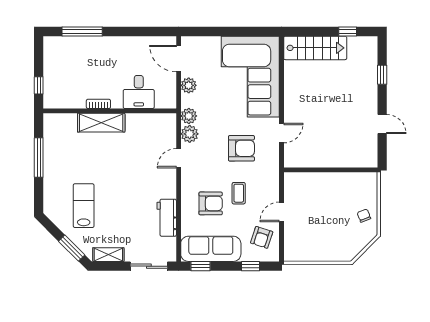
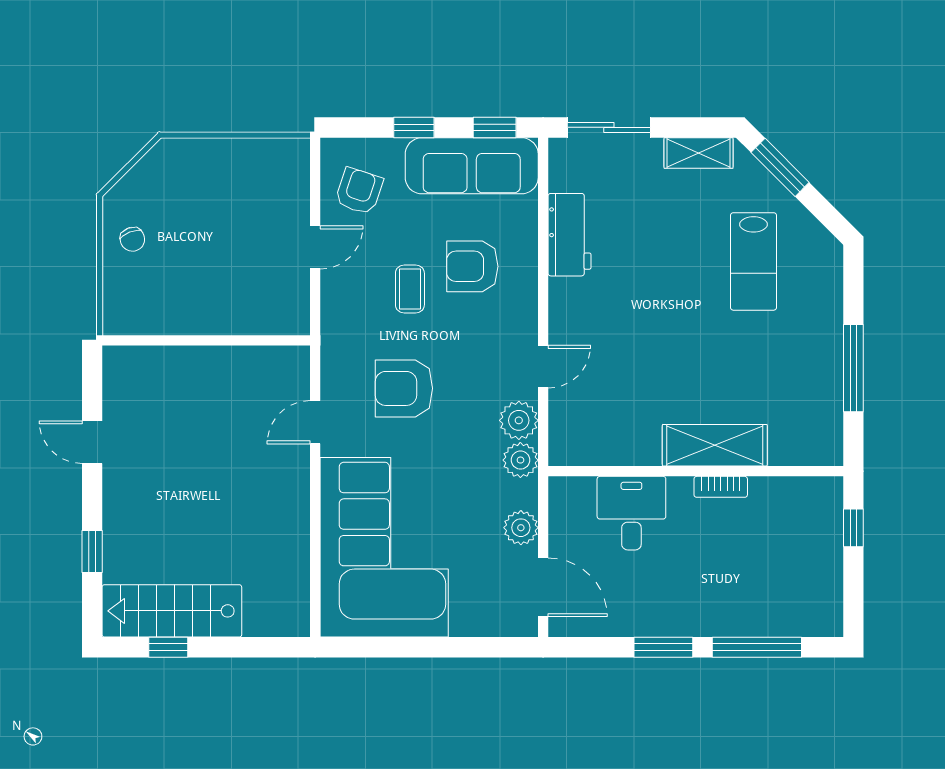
window: (124, 31) -> (663, 647), added
stairs: (315, 48) -> (172, 611), moved
window: (250, 266) -> (414, 127), moved

